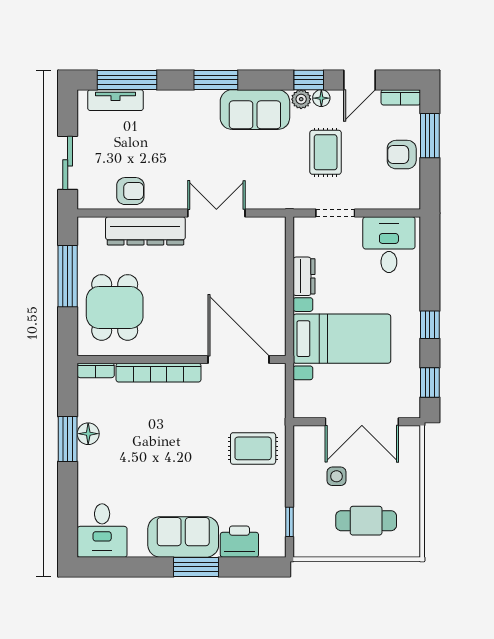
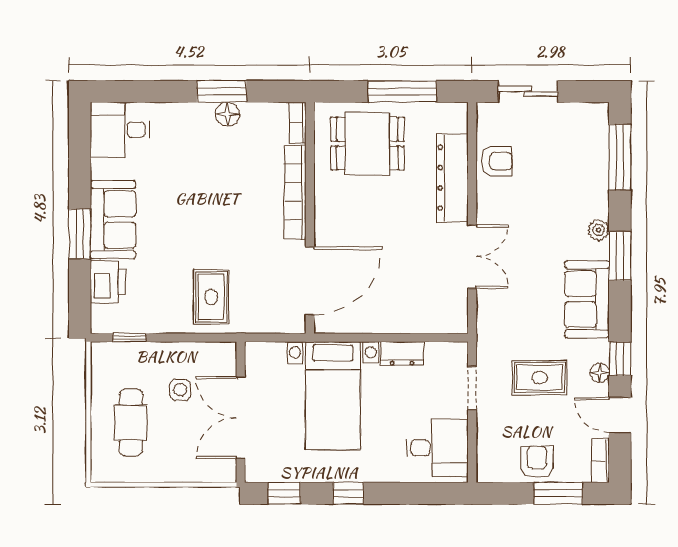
plant: (301, 99) -> (599, 230), moved
tv unit: (116, 100) -> (598, 145), removed
armchair: (130, 191) -> (497, 161), turned -90

